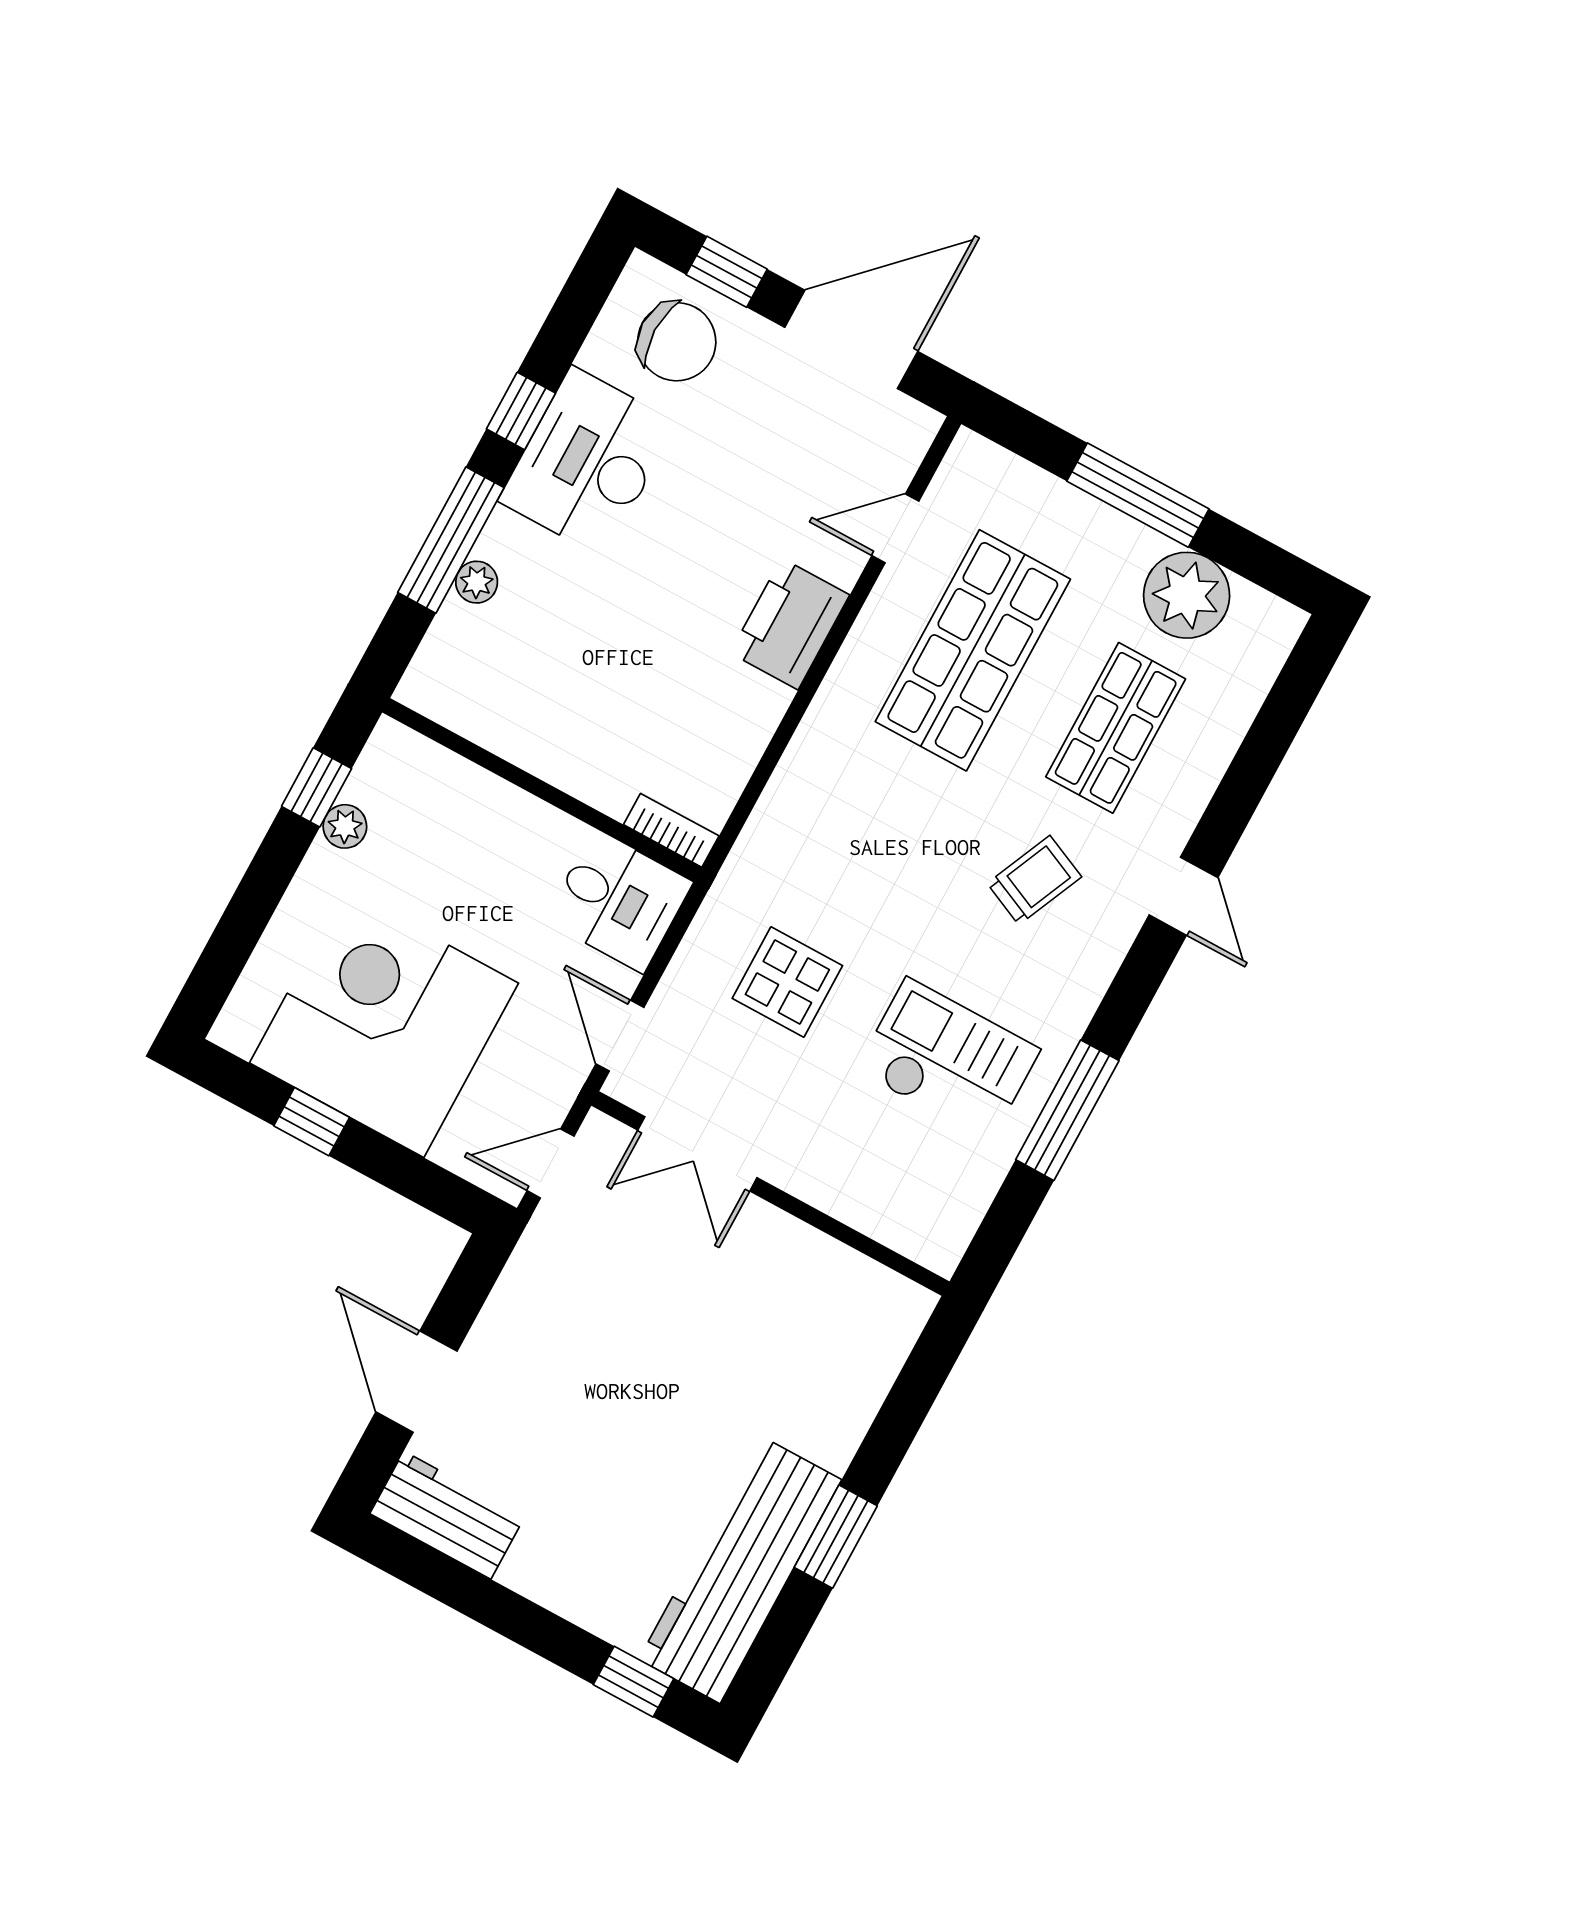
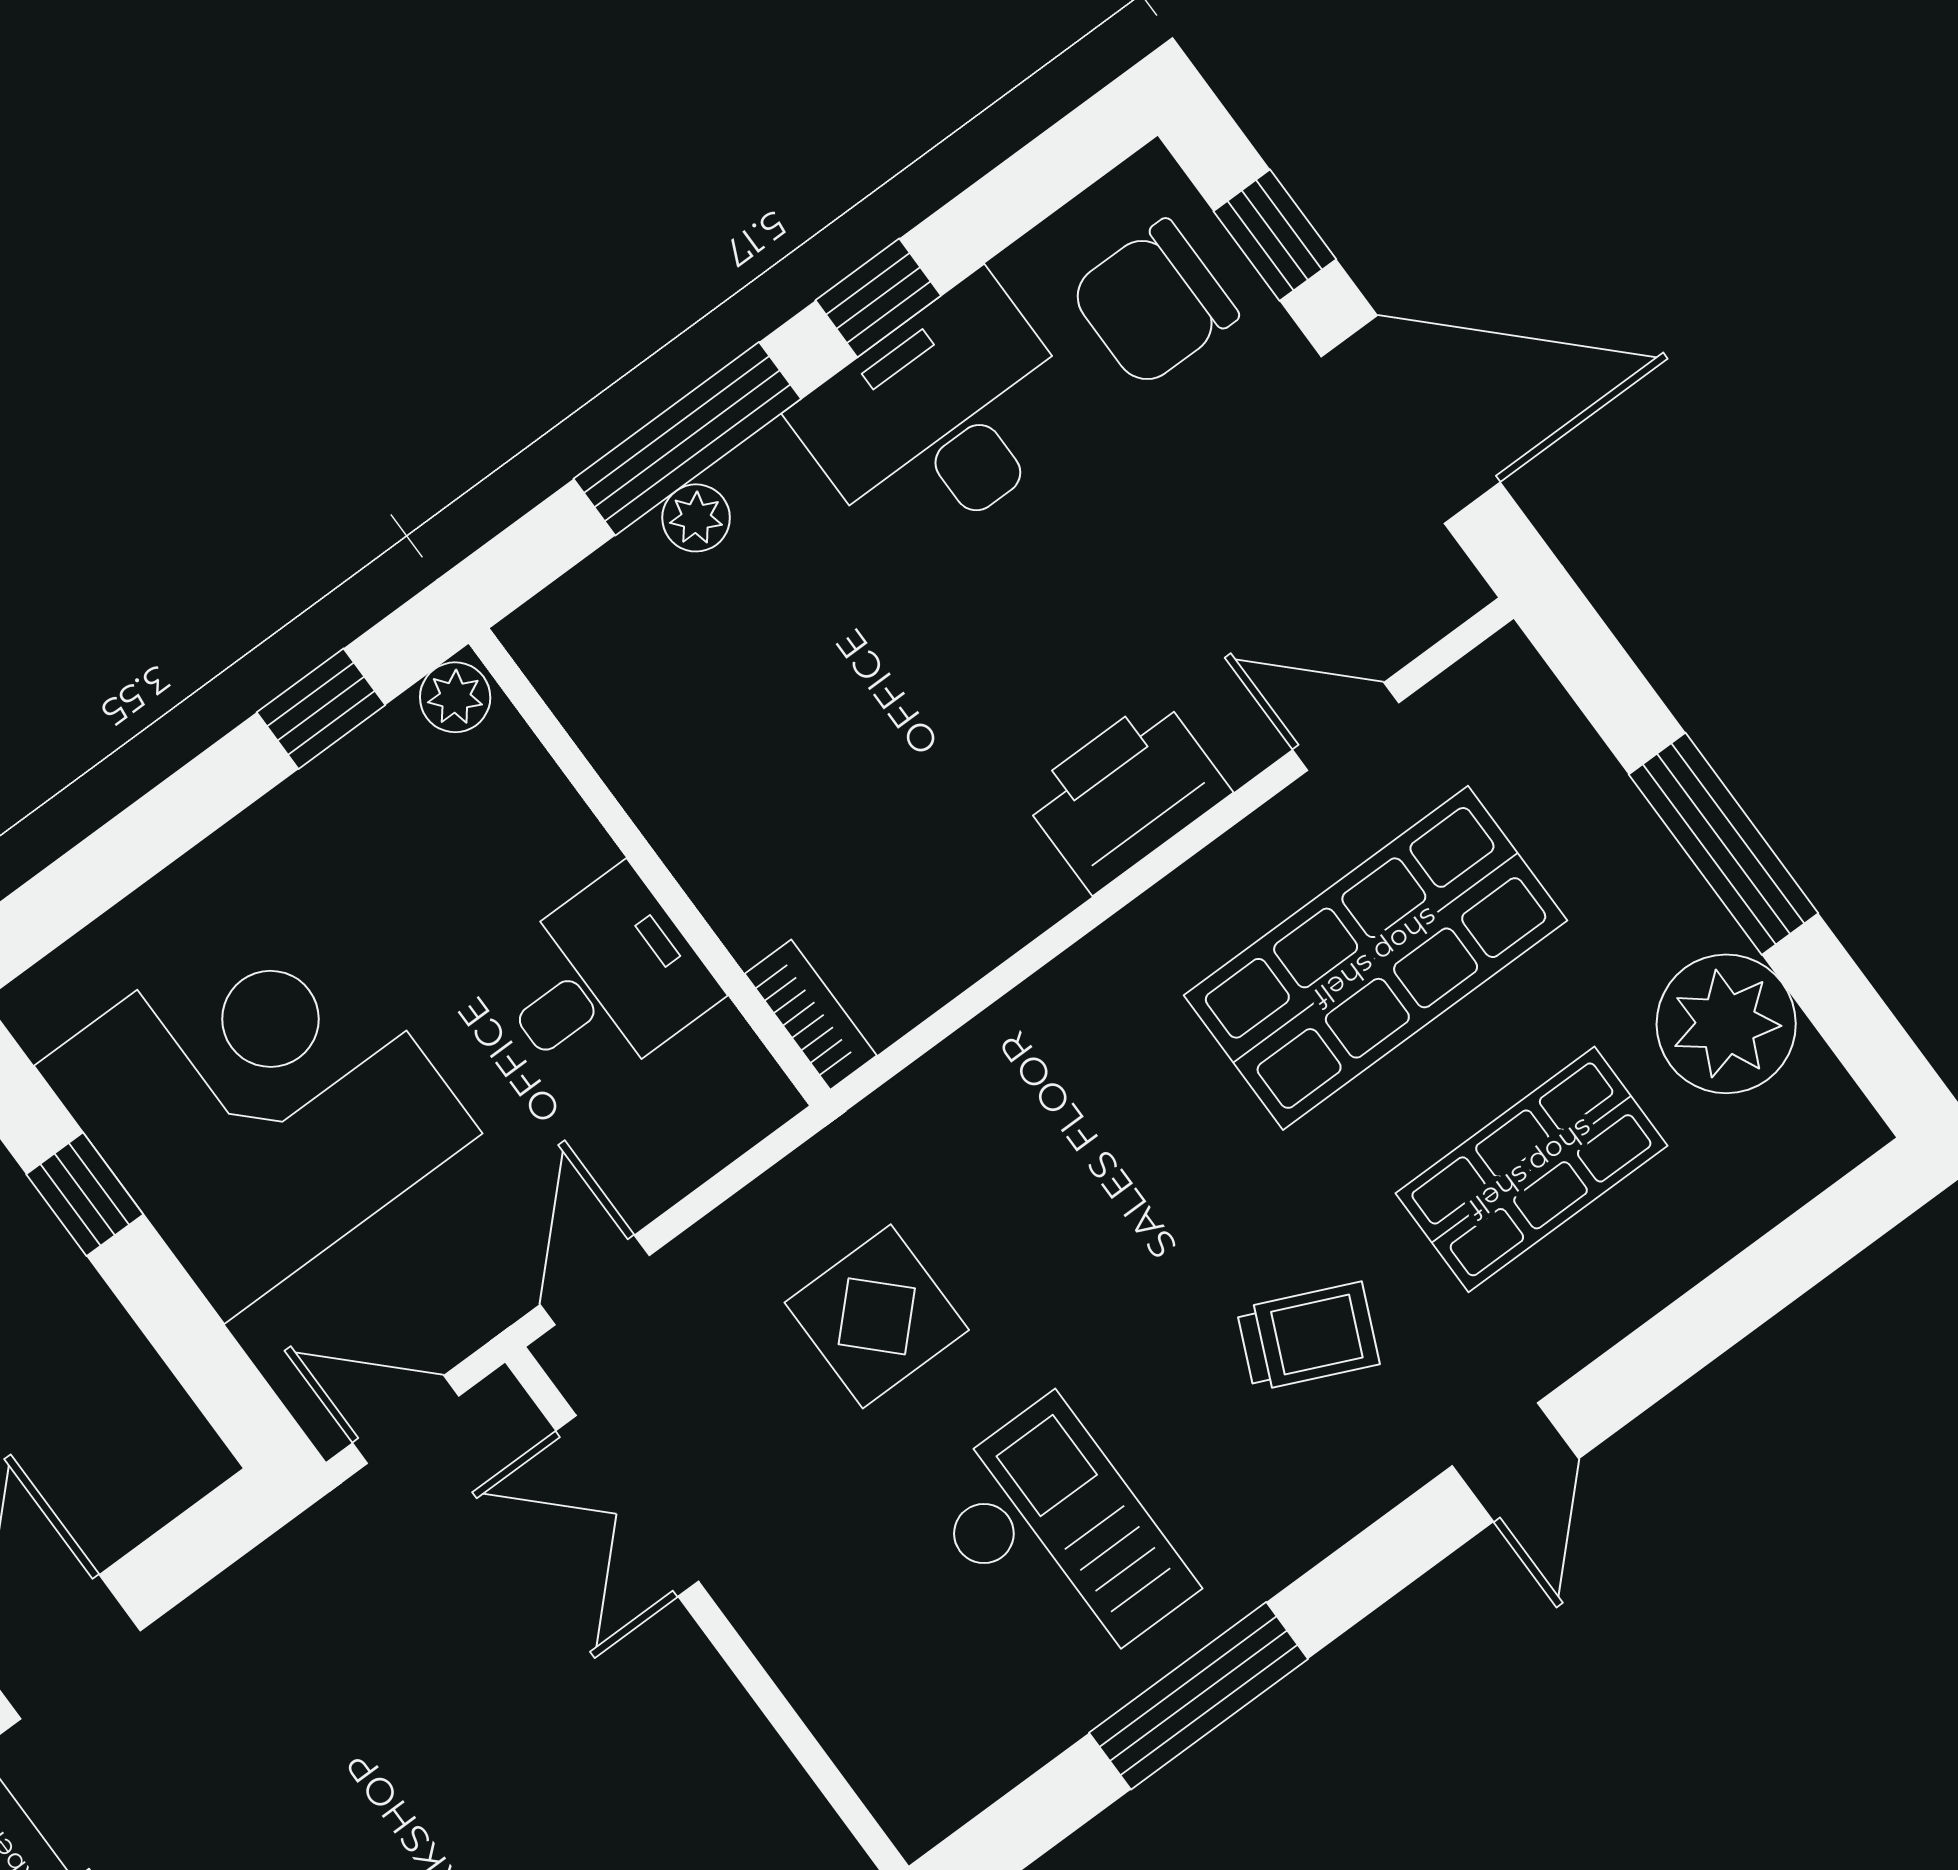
chair: (677, 342) -> (1154, 303), turned 90
plant: (345, 826) -> (455, 697), moved
desk: (619, 901) -> (603, 981), moved, turned -90

